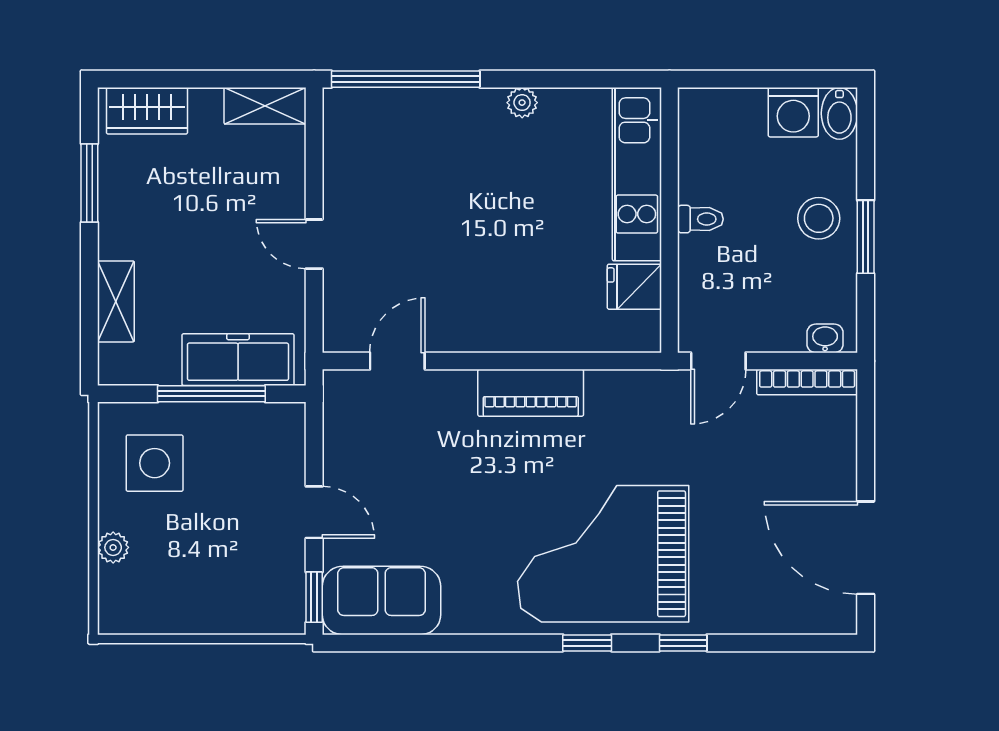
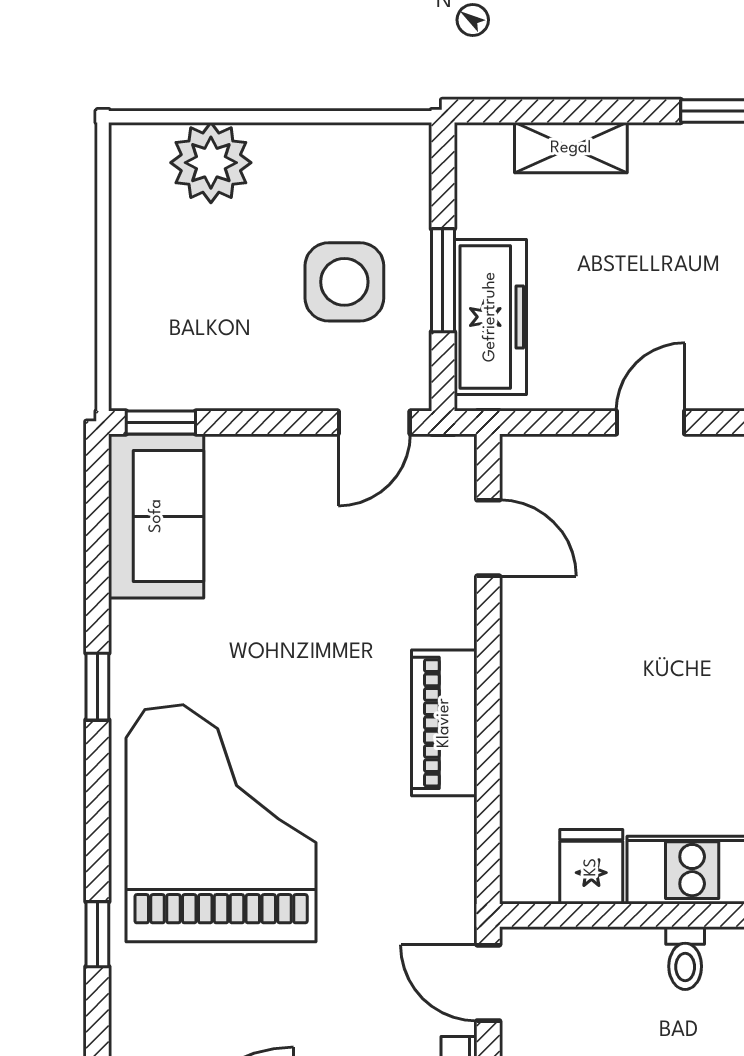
window: (211, 394) -> (443, 280), width x0.69
side table: (155, 463) -> (344, 282), moved
door: (314, 512) -> (374, 423), moved
plant: (113, 547) -> (211, 163), width x1.88, depth x1.88
window: (587, 643) -> (97, 687), moved

